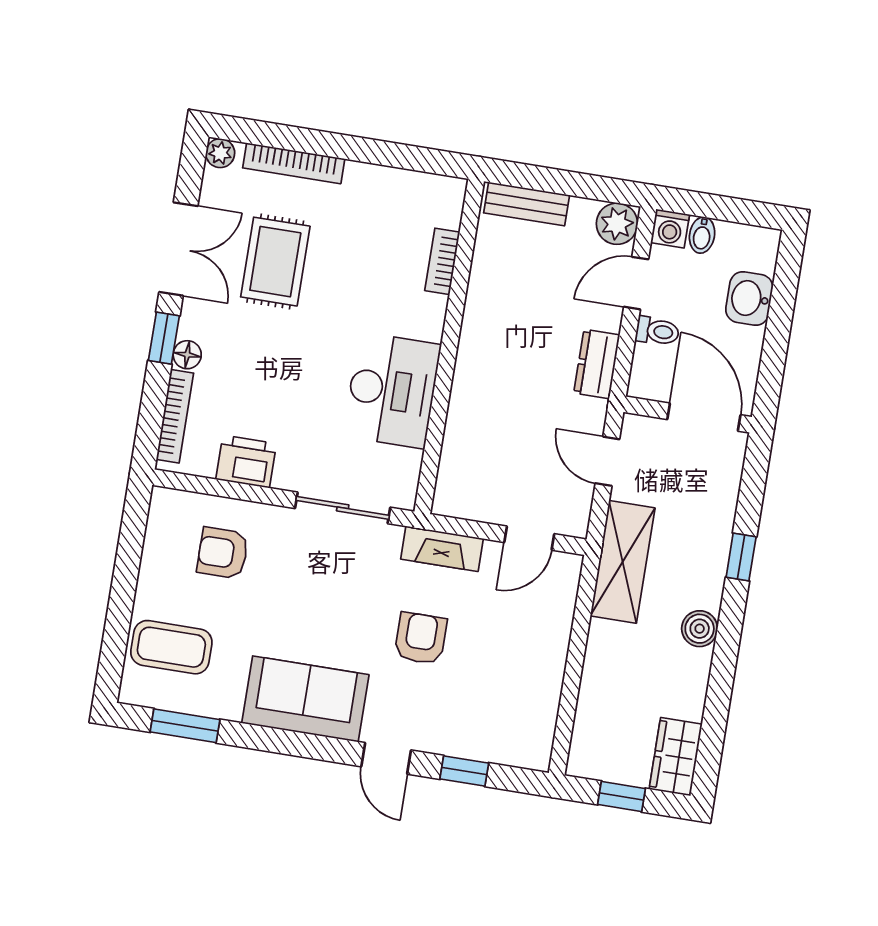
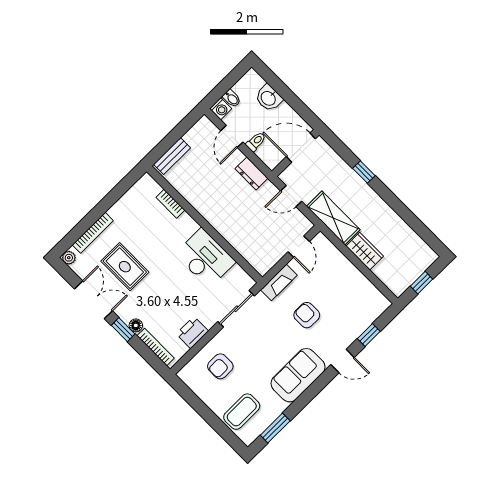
plant: (617, 224) -> (204, 127), removed
boiler: (700, 629) -> (380, 207), removed
wardrobe: (676, 757) -> (365, 251), moved, turned 180

